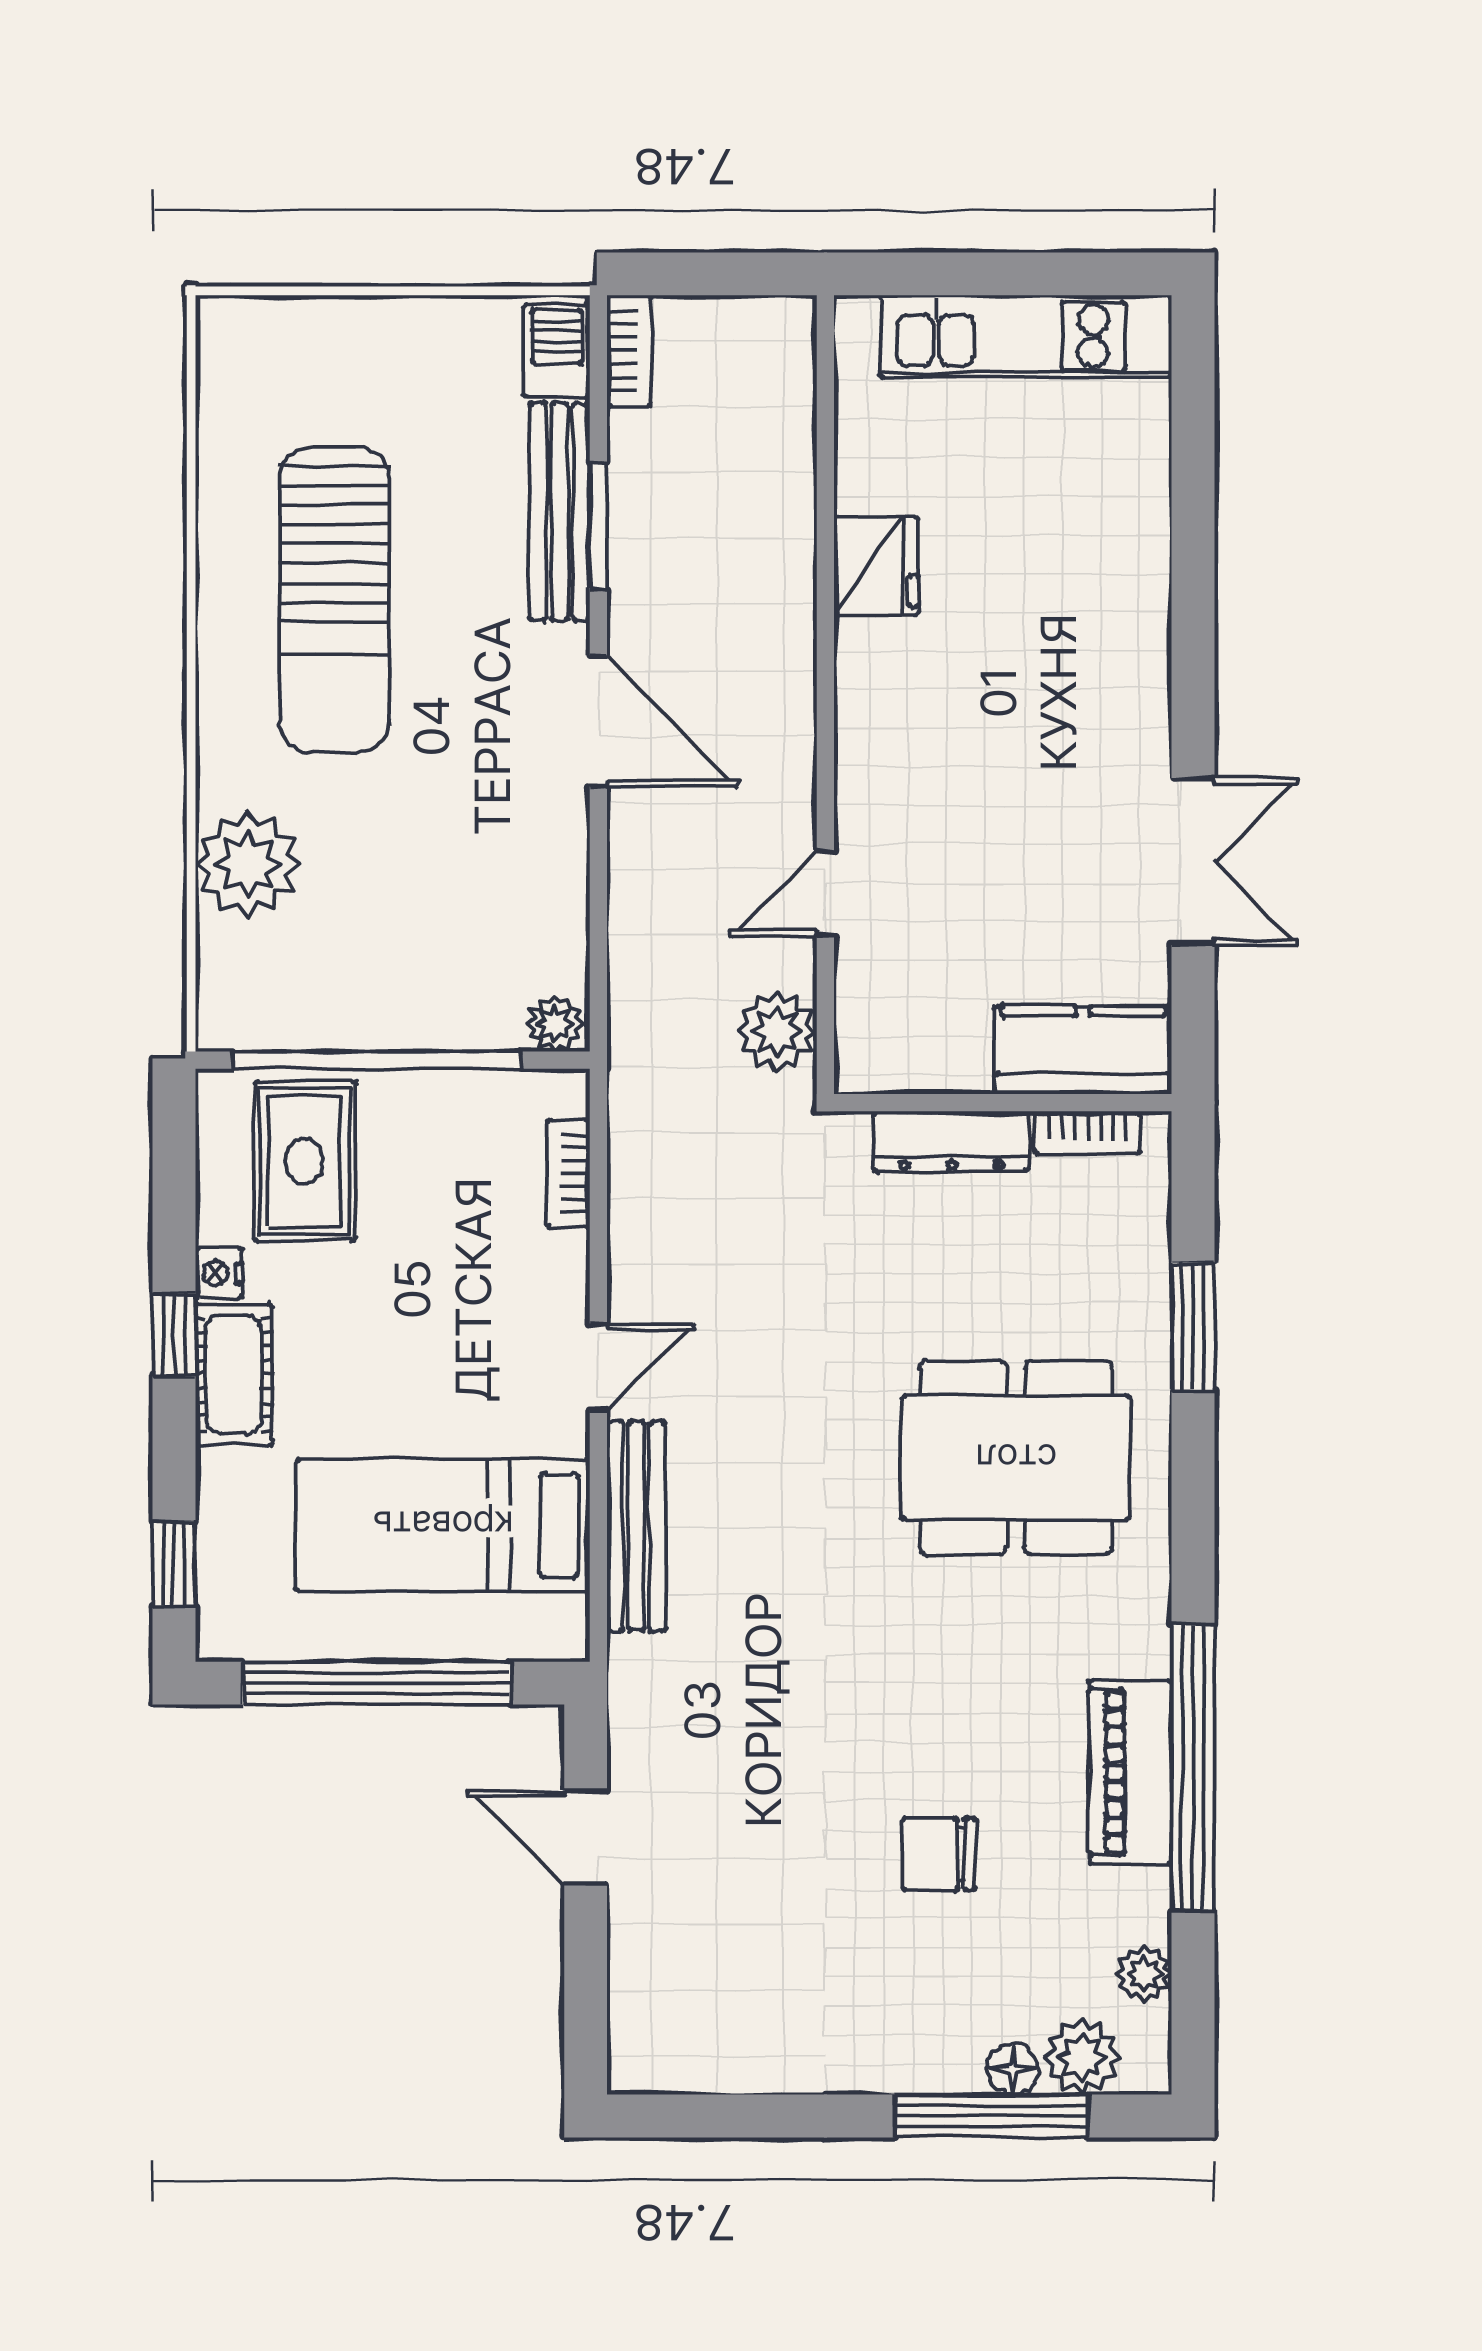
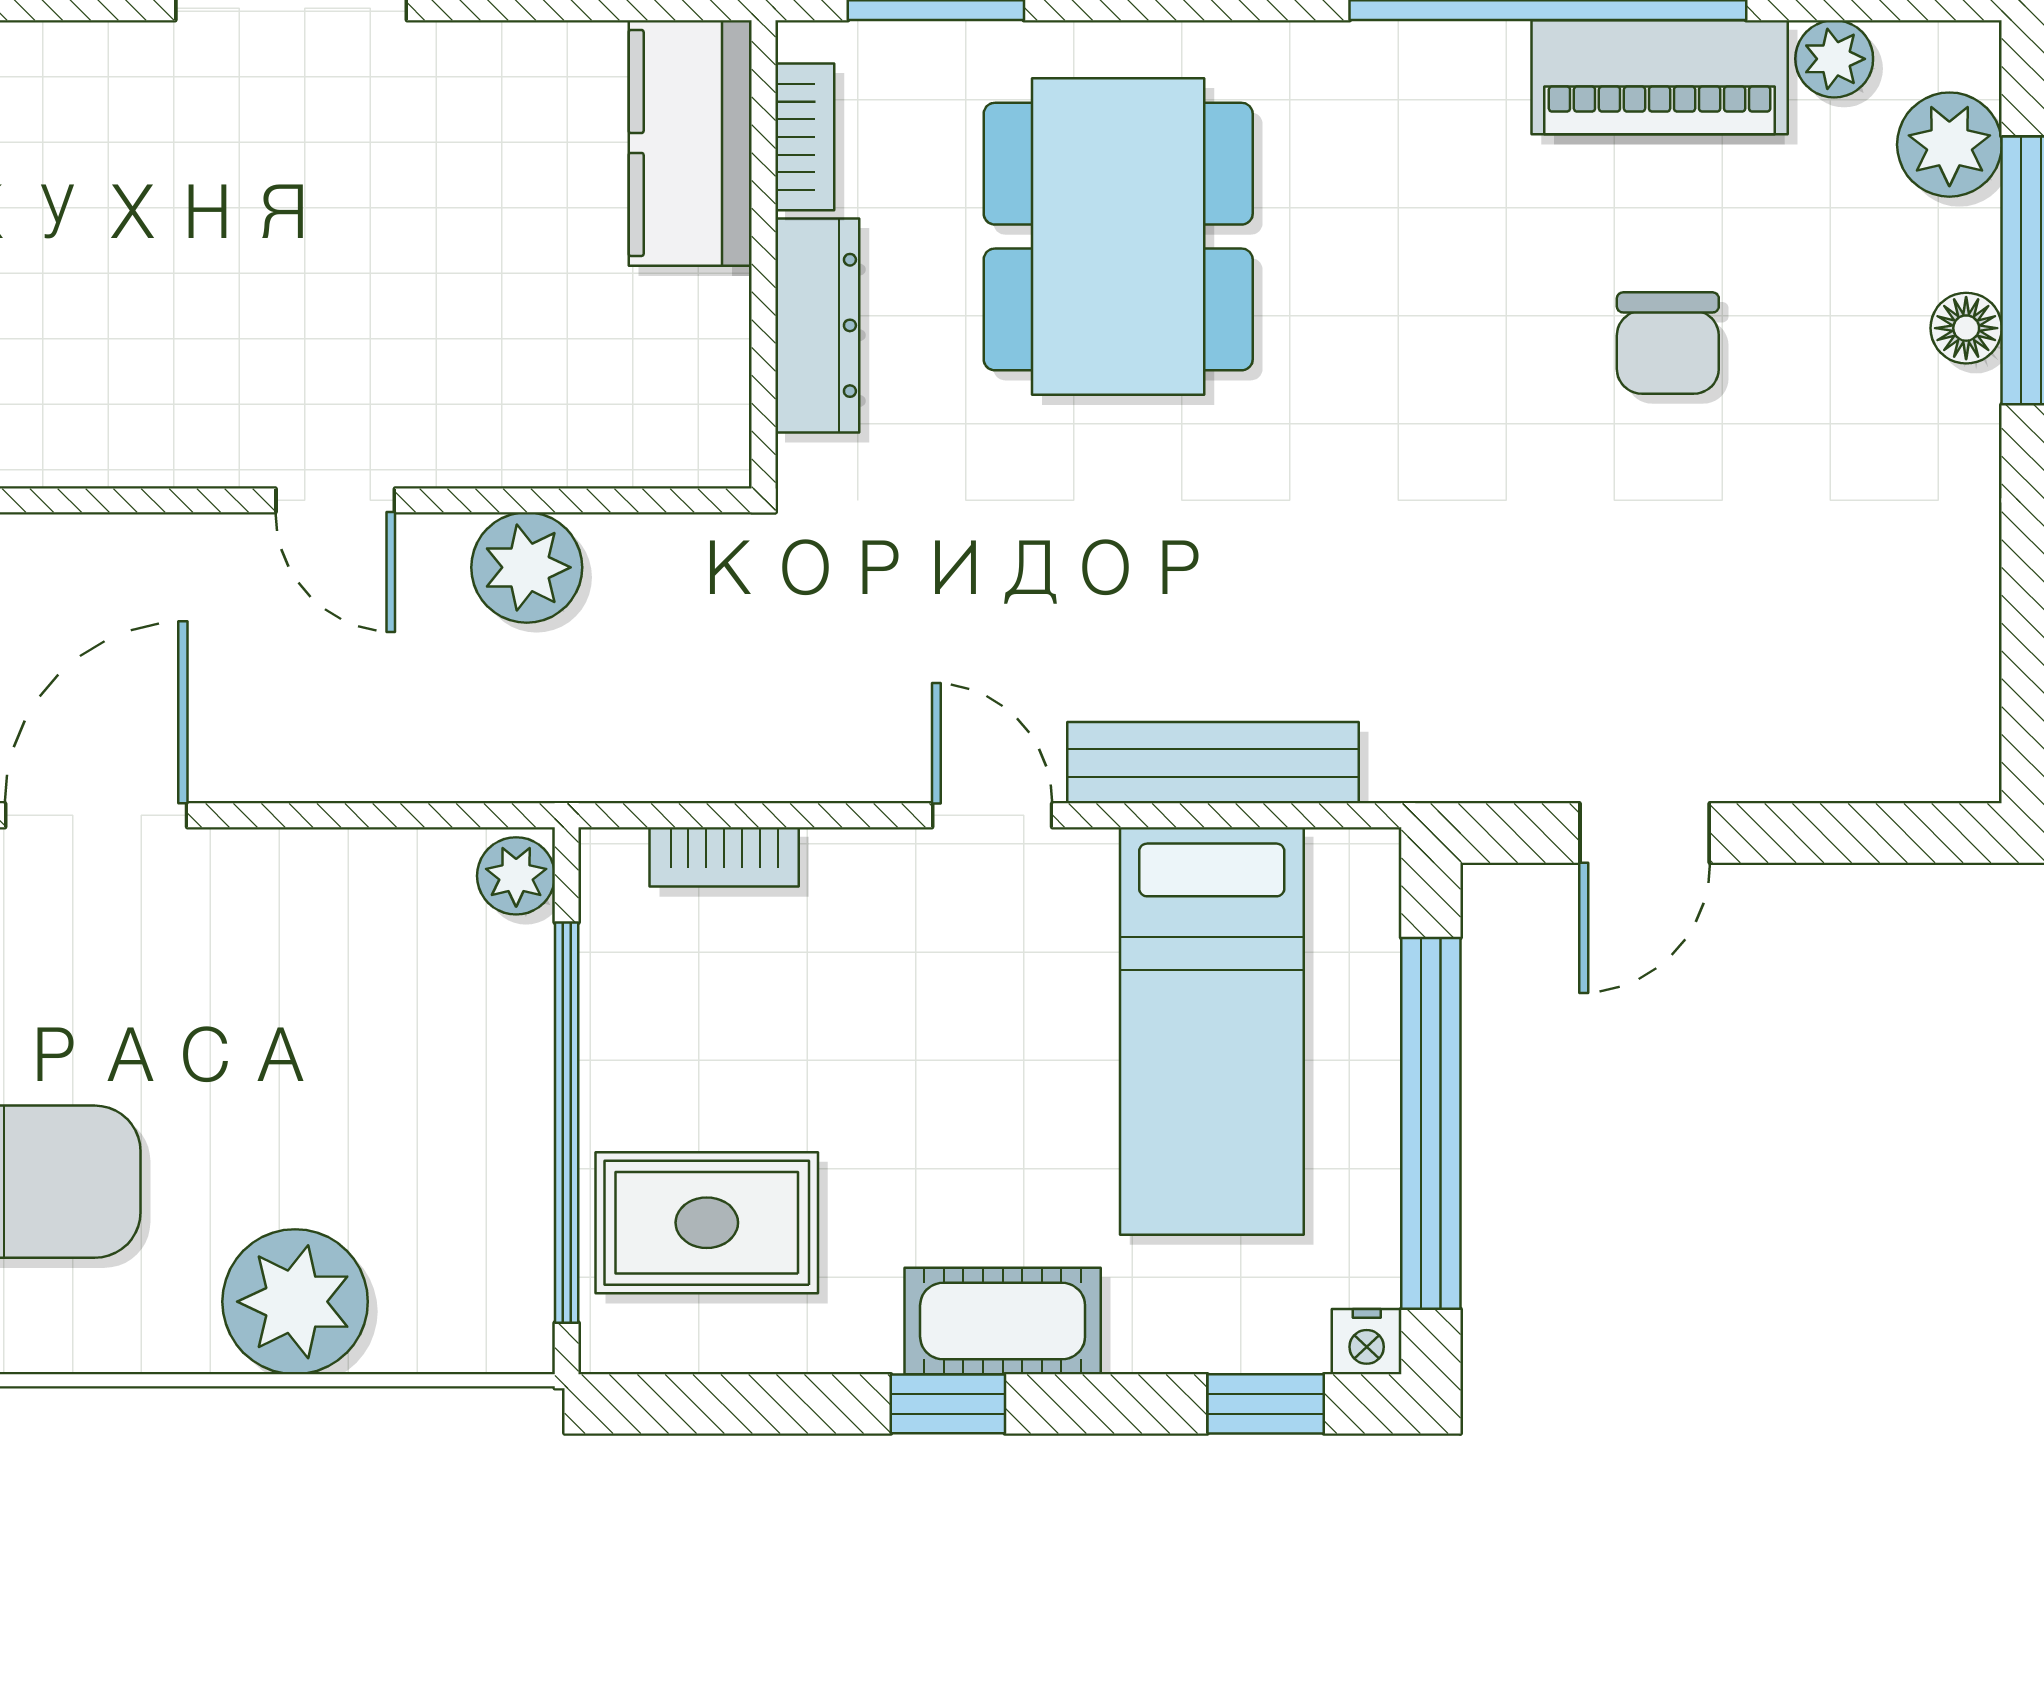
kitchen counter: (1083, 1050) -> (690, 143), moved
wall: (1003, 1103) -> (764, 254), moved
bookcase: (1087, 1132) -> (805, 137), moved
dresser: (952, 1141) -> (817, 325), moved
nightstand: (219, 1273) -> (1367, 1342), moved
piano: (1130, 1772) -> (1660, 77), moved
floor lamp: (1013, 2069) -> (1966, 328), moved

